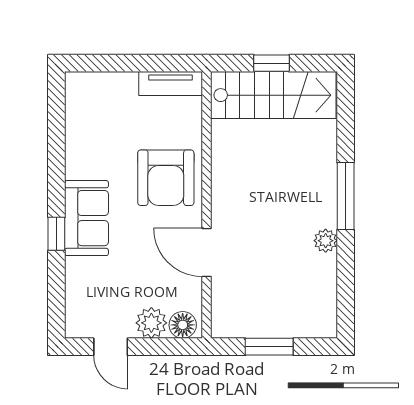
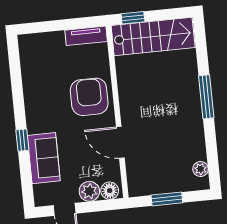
window: (271, 63) -> (133, 18), moved
armchair: (166, 178) -> (89, 97), turned 180
sofa: (87, 218) -> (44, 158), moved
plant: (326, 241) -> (201, 169), moved

